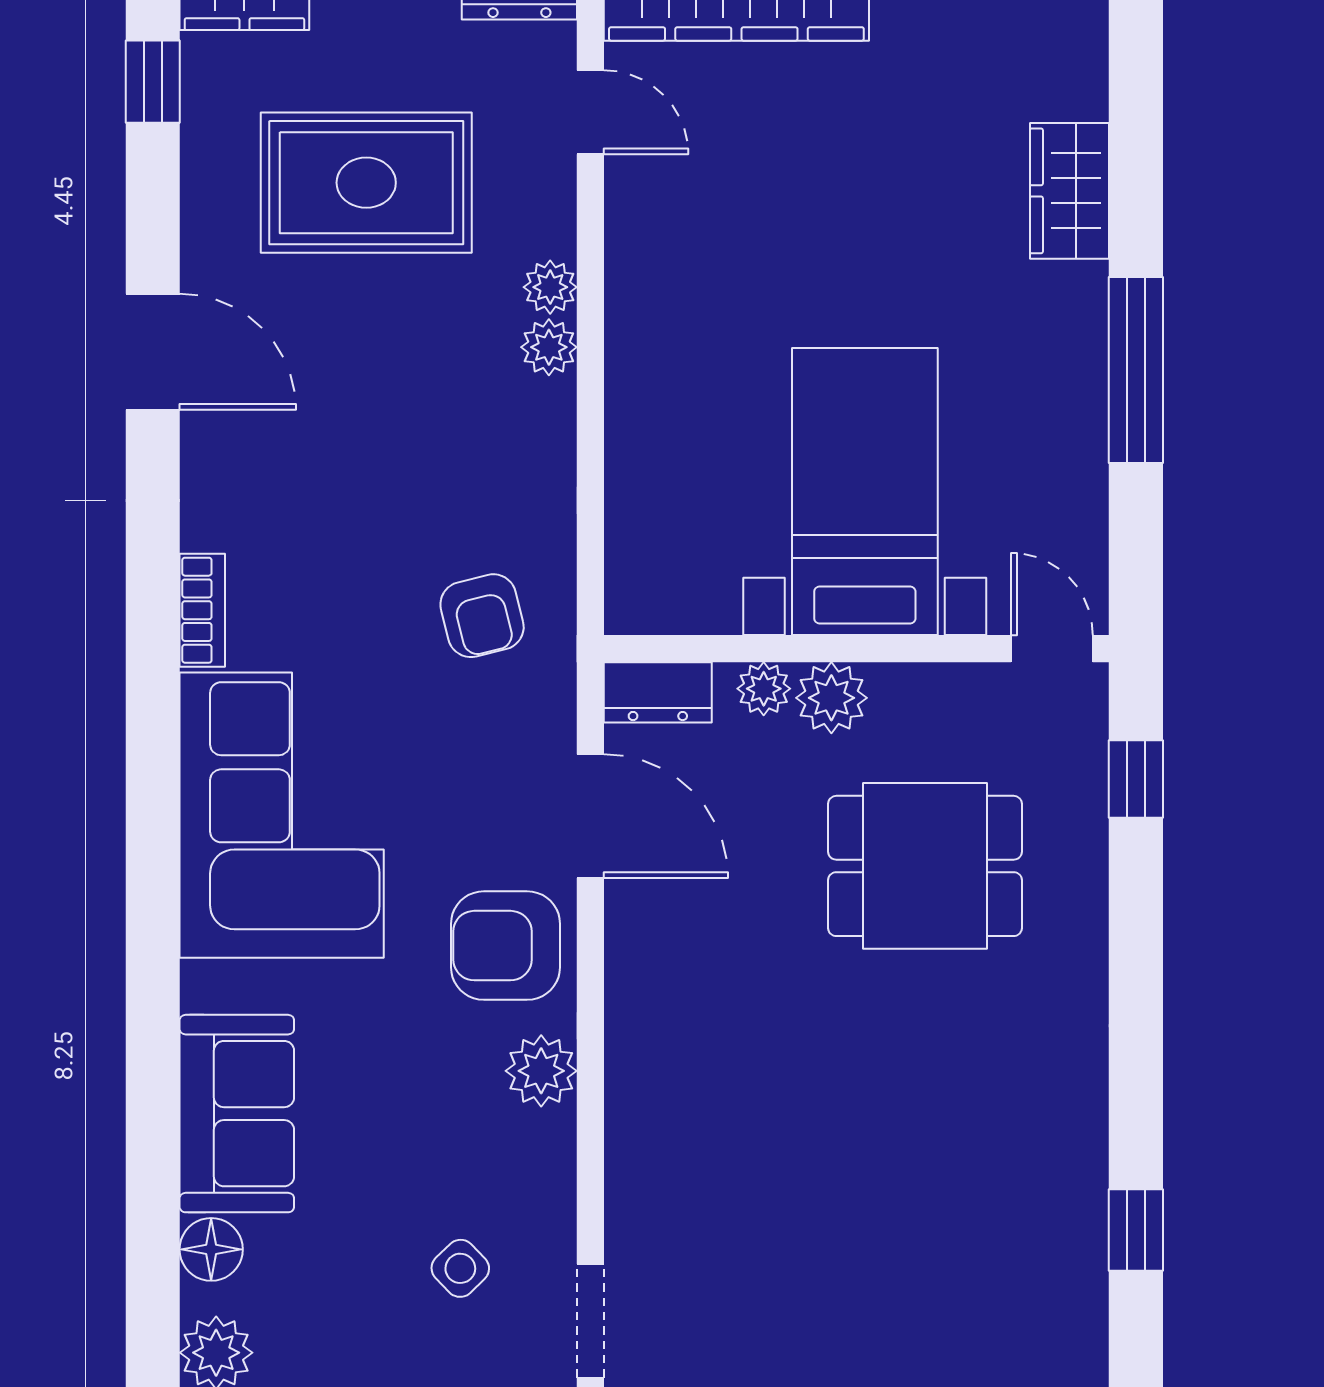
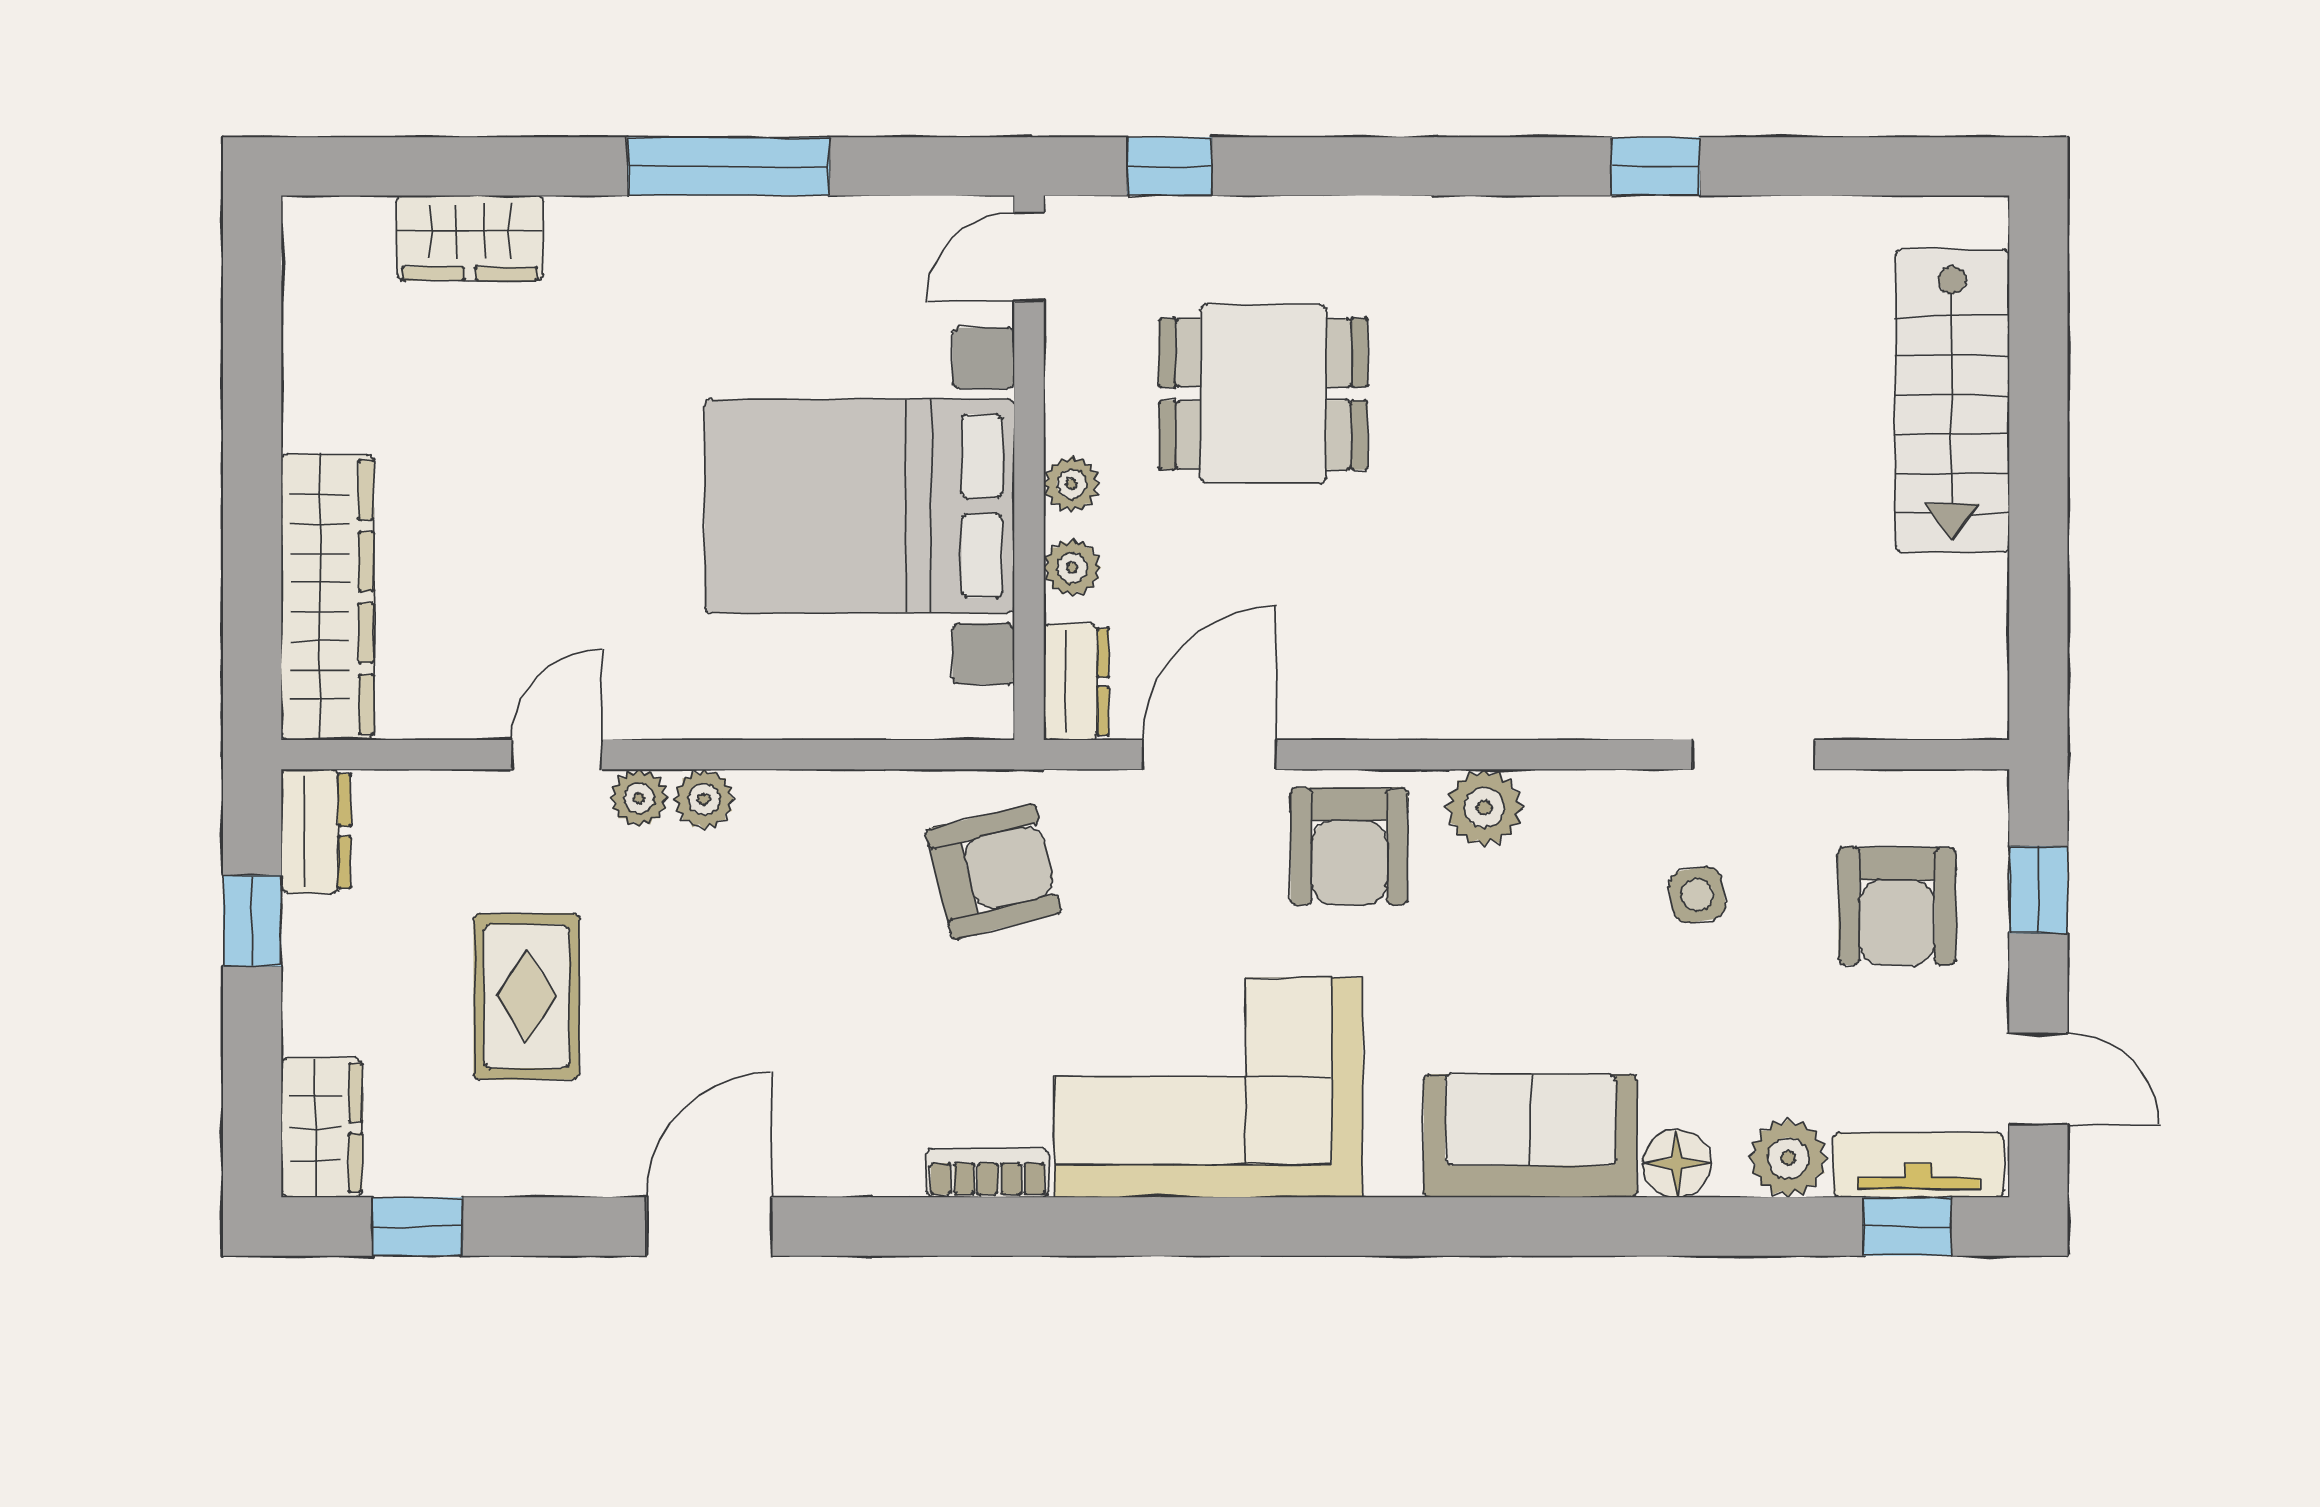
door: (590, 112) -> (557, 755), moved
rug: (366, 183) -> (527, 996), width x0.73, depth x0.70
wardrobe: (1070, 191) -> (470, 238), moved
bed with nightstands: (865, 492) -> (860, 506), width x1.36
armchair: (482, 616) -> (994, 871), width x1.38, depth x1.38
plant: (831, 698) -> (1072, 484), width x0.73, depth x0.73
dining table: (925, 866) -> (1263, 394), turned 90
side table: (460, 1268) -> (1697, 895), turned 35

